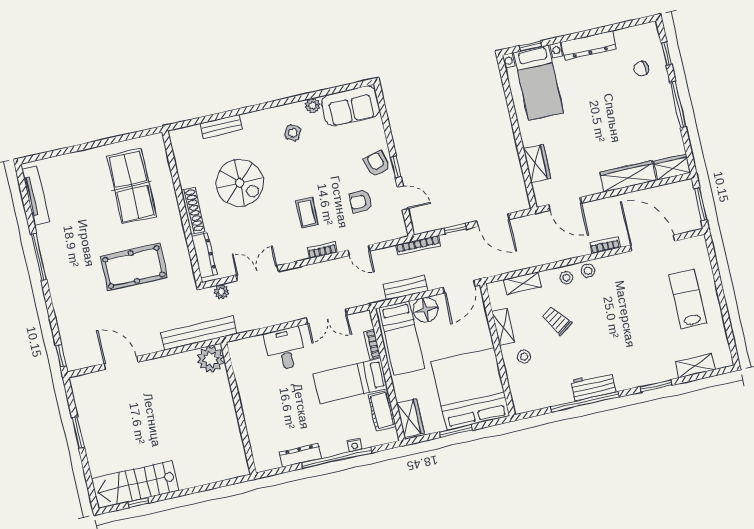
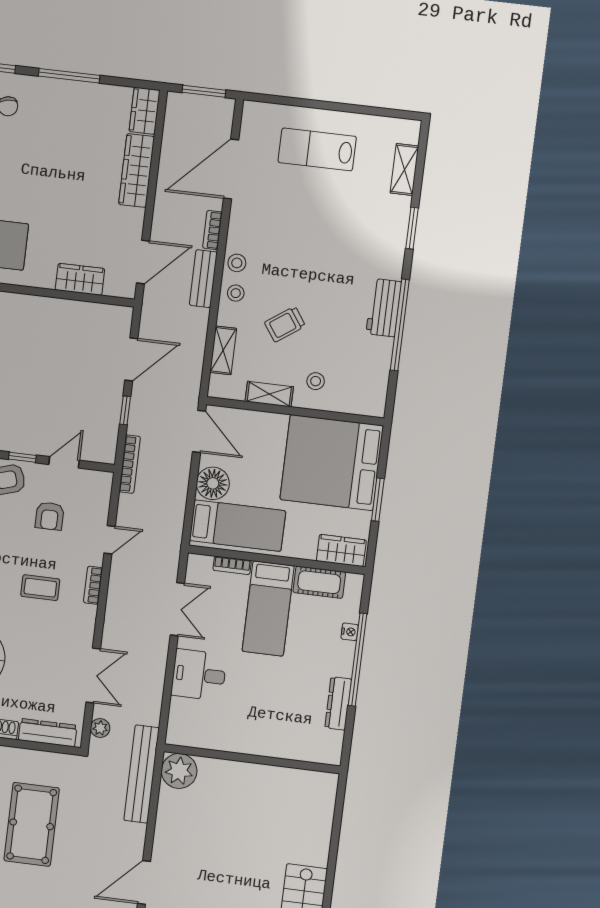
double door: (257, 273) -> (93, 676), swing flipped
bench: (406, 288) -> (203, 279), moved

